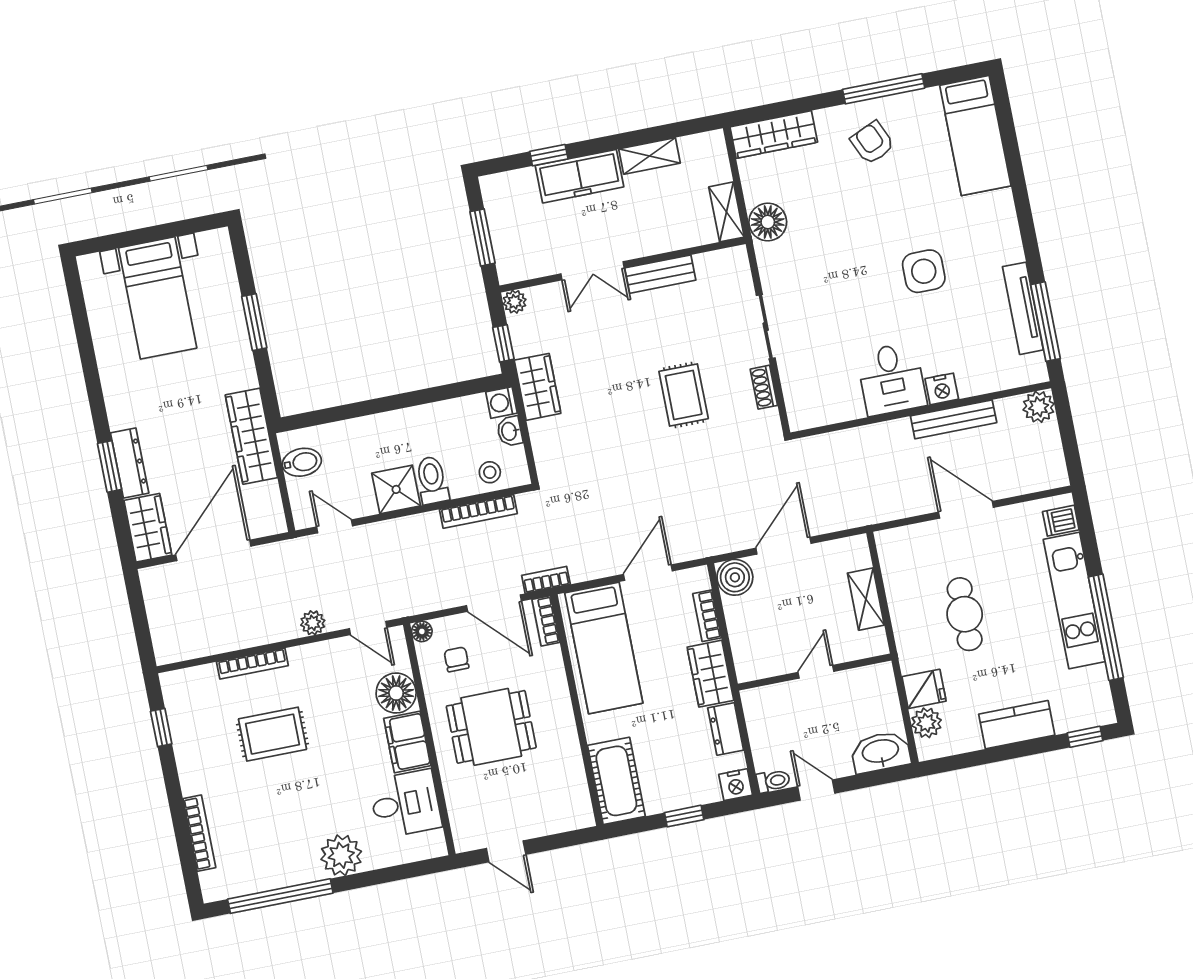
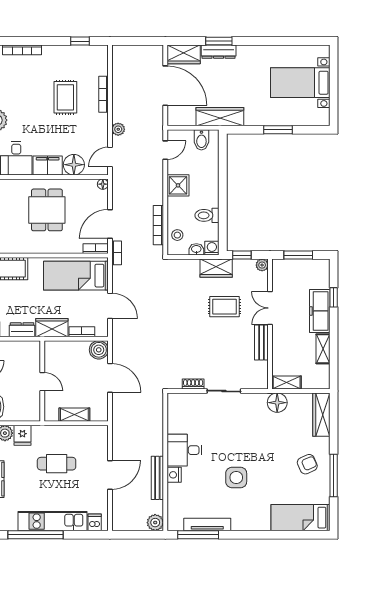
rug: (684, 395) -> (225, 307), moved
toilet: (432, 480) -> (207, 215), moved, turned 180
chair: (456, 659) -> (85, 199), removed

